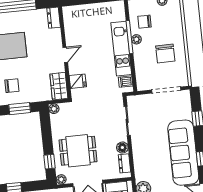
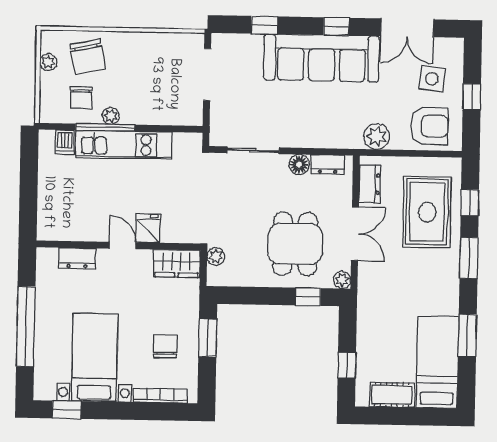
dresser: (54, 18) -> (77, 258), moved
chair: (165, 53) -> (88, 57), moved, turned 79
fridge: (78, 81) -> (148, 229), moved
dishwasher: (126, 82) -> (65, 142), moved
plant: (54, 109) -> (216, 257), moved

